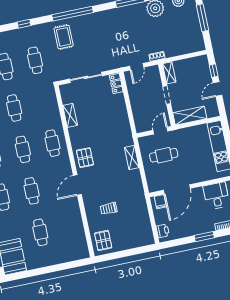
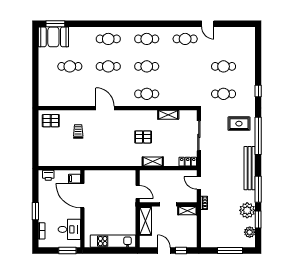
bench: (109, 15) -> (250, 168), added
cafe table: (14, 108) -> (185, 66), removed
cafe table: (164, 155) -> (115, 190), removed
pallet: (85, 158) -> (143, 137), moved
shelving: (132, 158) -> (153, 162), moved

